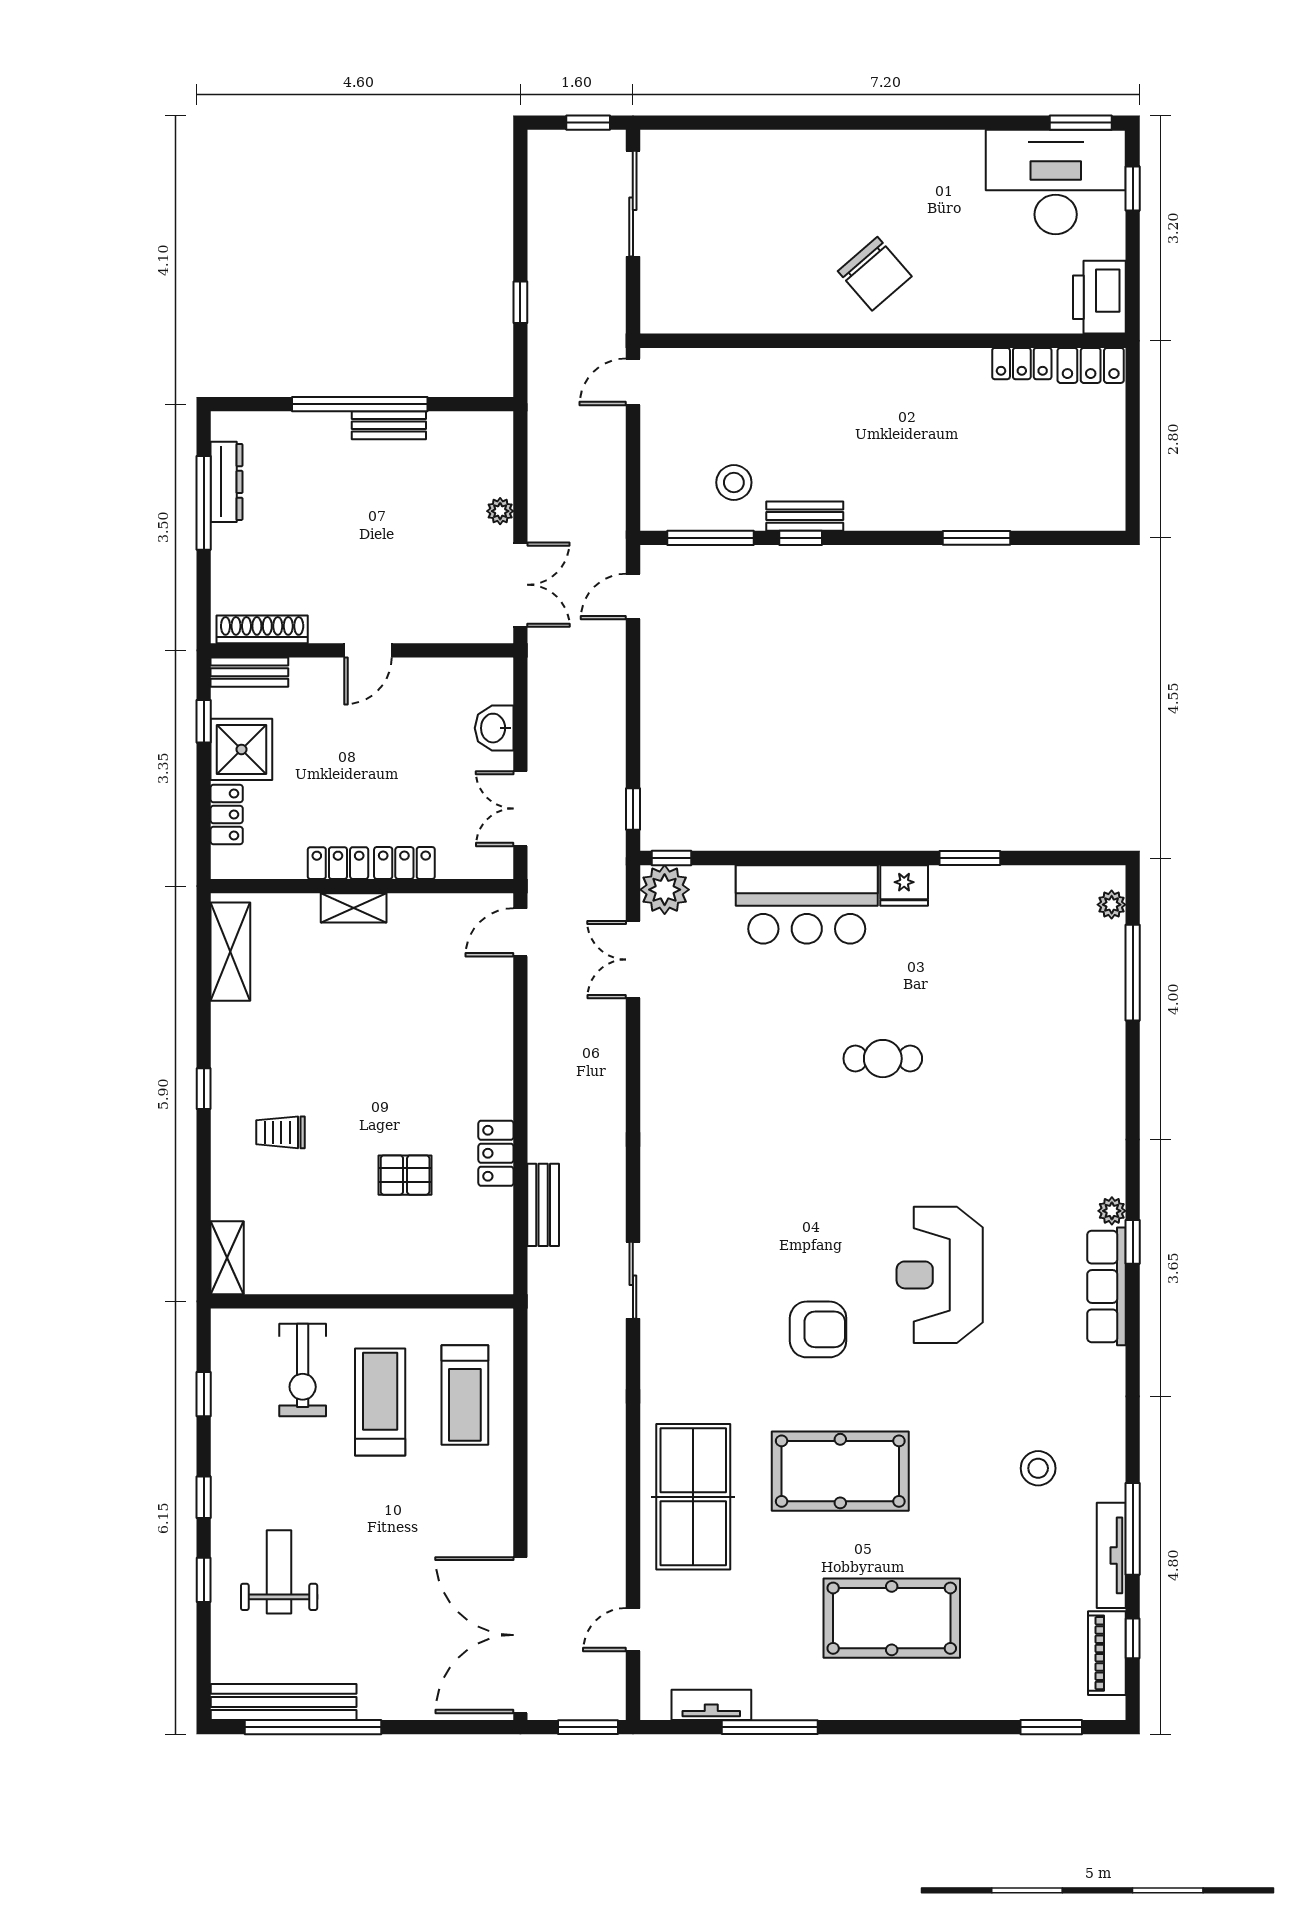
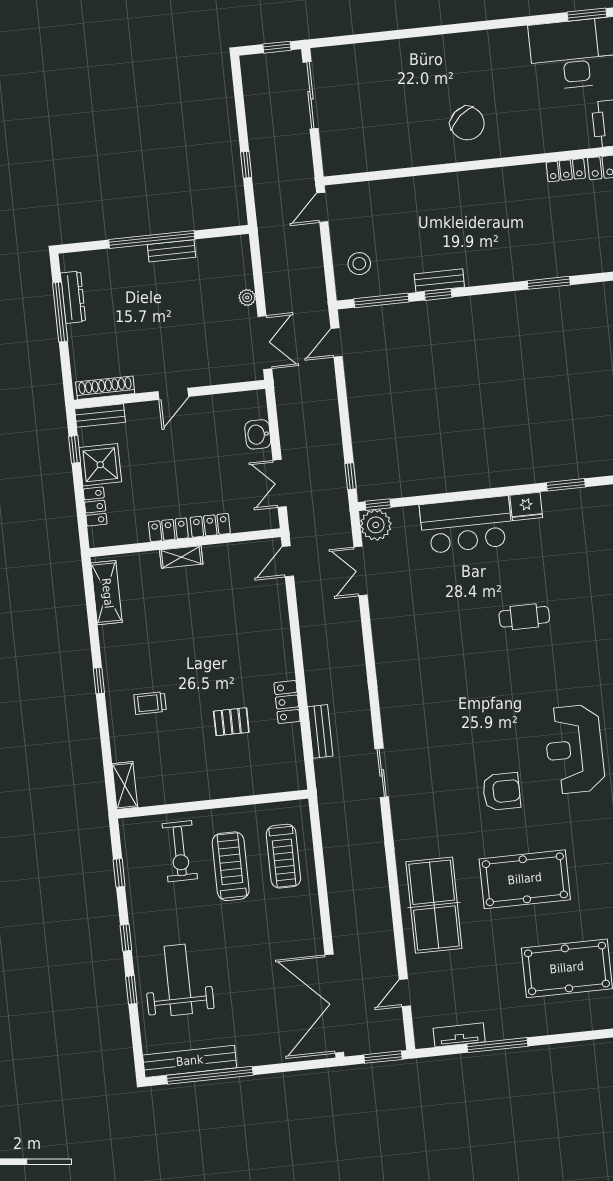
stool: (734, 482) -> (359, 264), moved
weight bench: (279, 1572) -> (178, 980), width x1.36, depth x1.33

